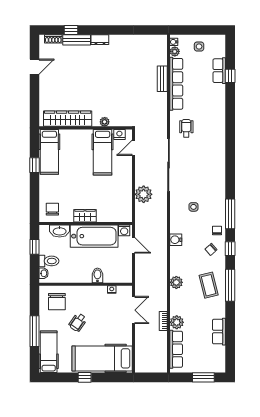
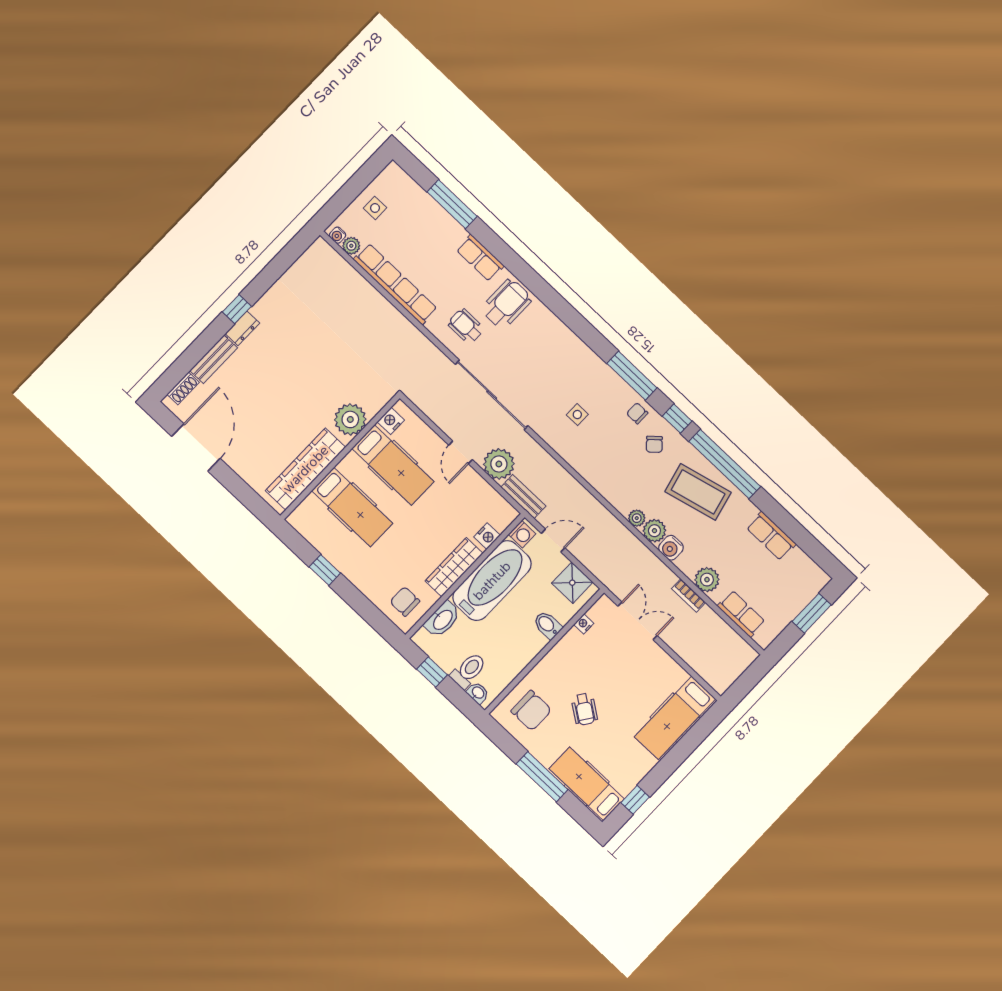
window: (71, 30) -> (237, 309), moved
door: (35, 67) -> (196, 447), width x1.87
row of seats: (219, 71) -> (480, 258), moved
window: (230, 76) -> (452, 204), width x2.17
bench: (162, 79) -> (523, 497), moved
plant: (105, 122) -> (350, 419), width x1.88, depth x1.88
wheelchair: (211, 136) -> (506, 304), added
door: (133, 148) -> (461, 452), moved
hospital bed: (49, 152) -> (352, 507), moved
wardrobe: (85, 216) -> (454, 567), width x1.50
nightstand: (110, 217) -> (487, 536), added
water cooler: (176, 240) -> (671, 548), moved
shower: (124, 269) -> (572, 583), added
plant: (175, 270) -> (637, 518), added
coffee table: (209, 285) -> (698, 492), width x1.36, depth x1.32
window: (230, 285) -> (725, 464), width x1.46
row of seats: (176, 349) -> (741, 614), width x0.68
hospital bed: (102, 358) -> (675, 718), width x0.73, depth x0.78
window: (85, 377) -> (635, 800), moved

